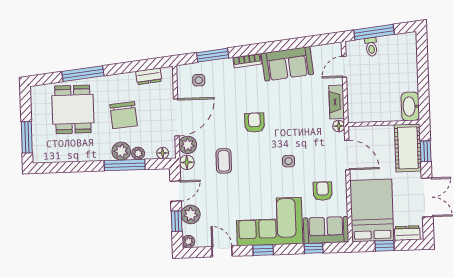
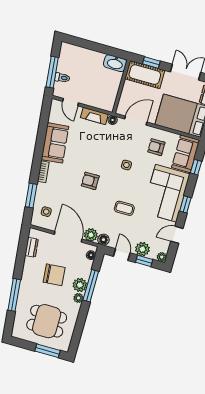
dining table: (73, 109) -> (47, 321), moved
plant: (138, 153) -> (78, 298), moved
coffee table: (224, 161) -> (124, 208), moved

